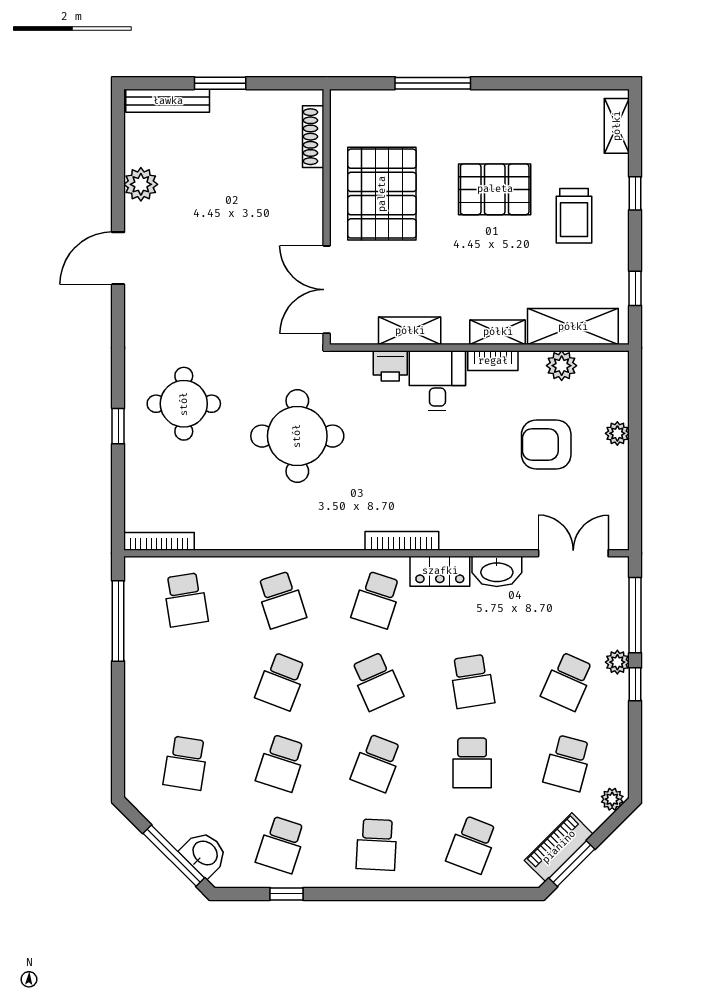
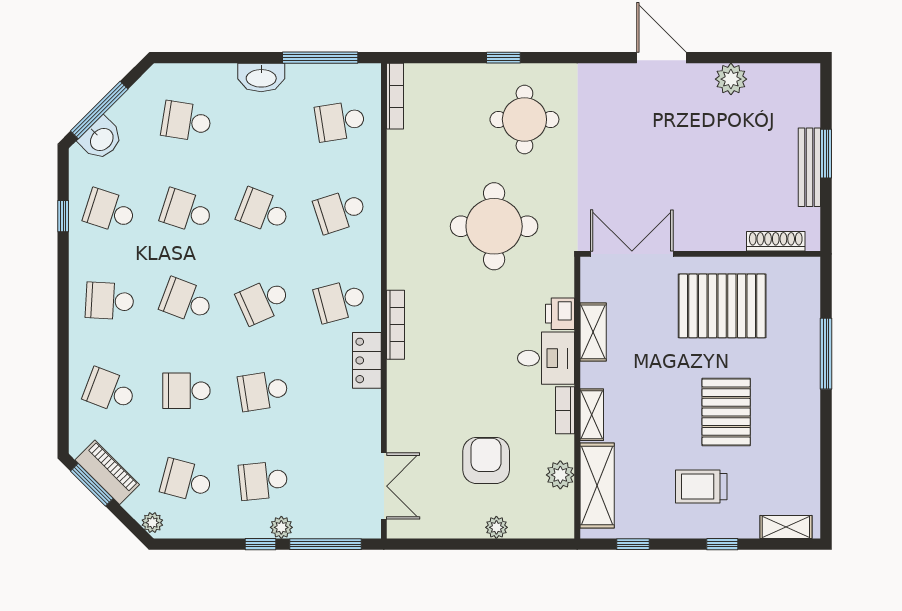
bench: (168, 101) -> (809, 167), moved
washbasin: (497, 571) -> (261, 77), moved, turned -90
school desk: (377, 600) -> (340, 301), turned -33
school desk: (568, 681) -> (263, 481), turned -30

